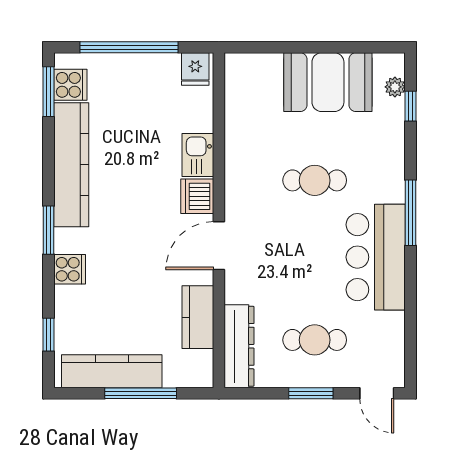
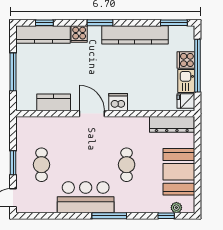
cooker: (70, 85) -> (186, 60), moved, turned 90
kitchen sink: (198, 155) -> (186, 81), moved, turned -90
dresser: (239, 346) -> (172, 124), moved
kitchen counter: (112, 371) -> (43, 35), moved, turned 90

